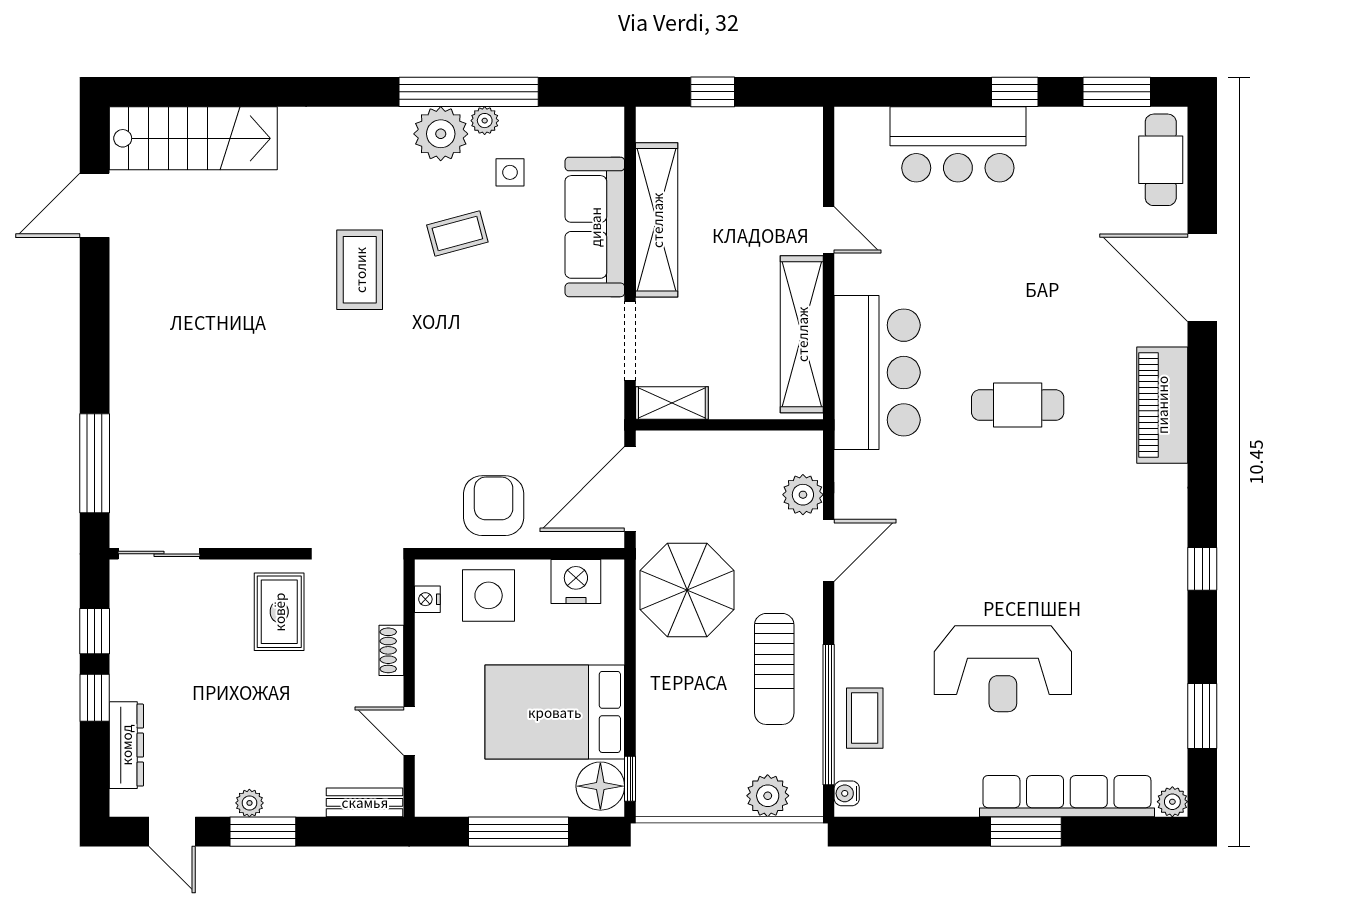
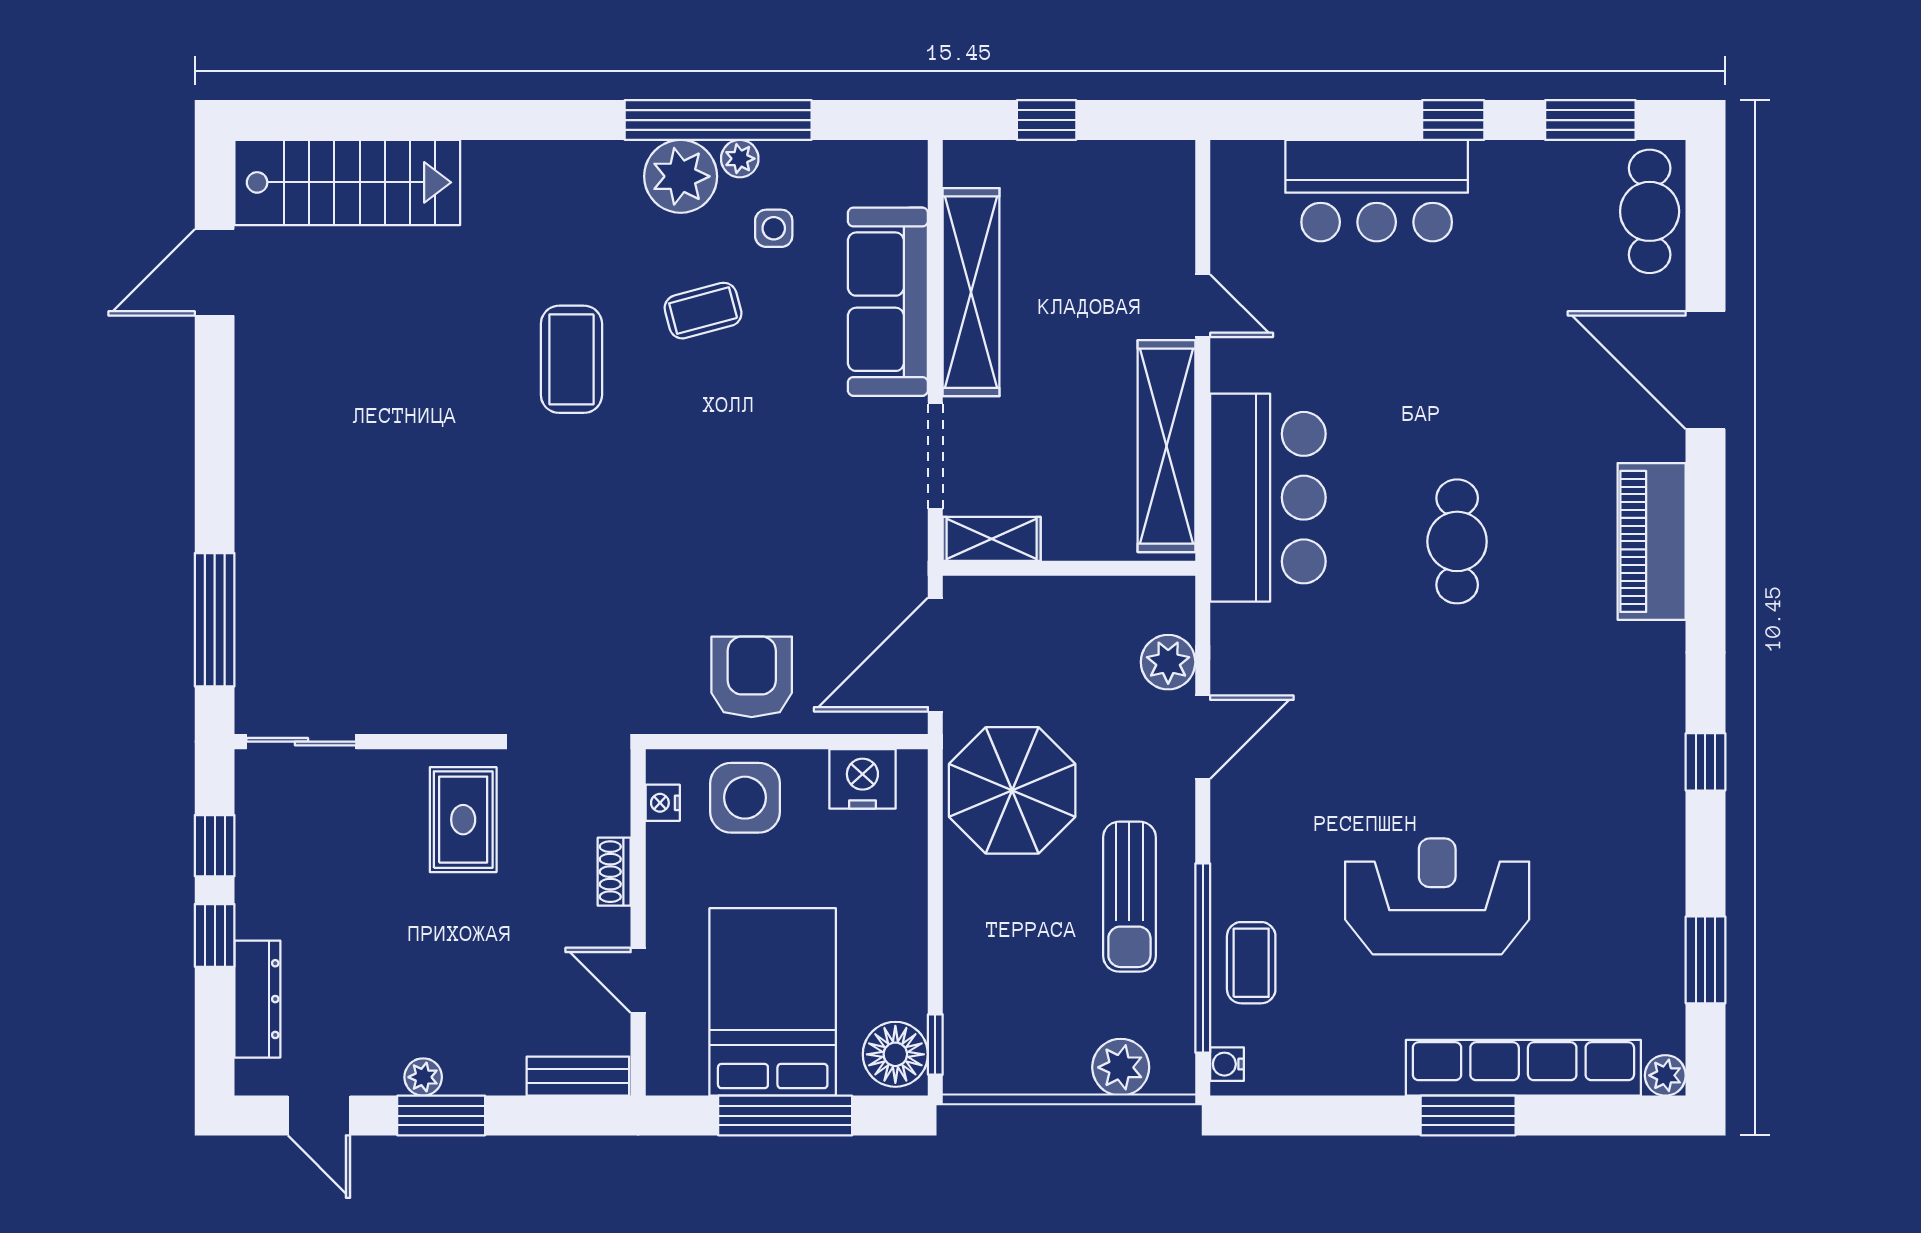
cafe table: (1018, 405) -> (1457, 541), turned 90
reception desk: (1003, 669) -> (1437, 896), turned 180
bed: (555, 712) -> (773, 1002), moved, turned 90

